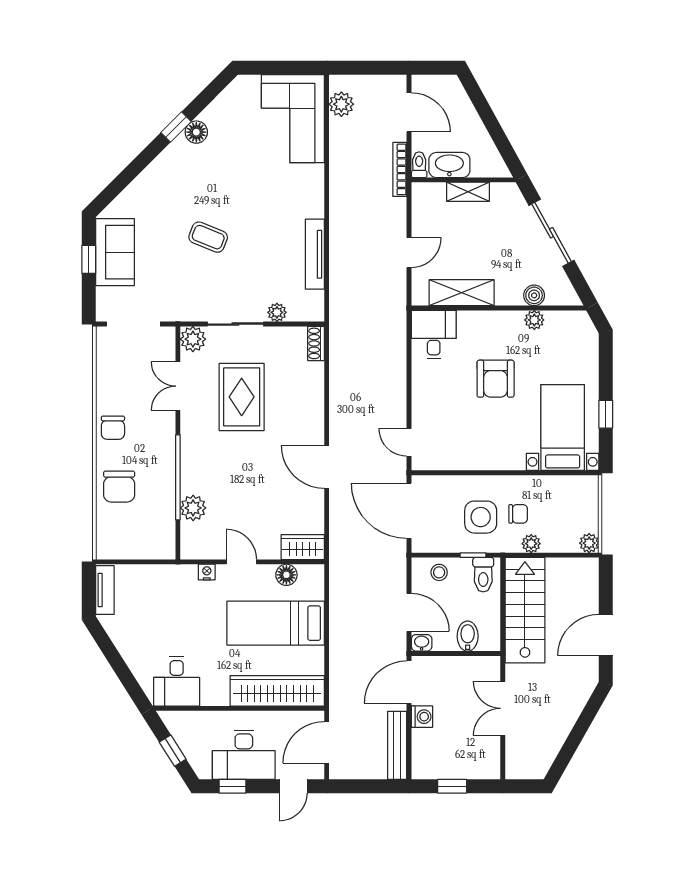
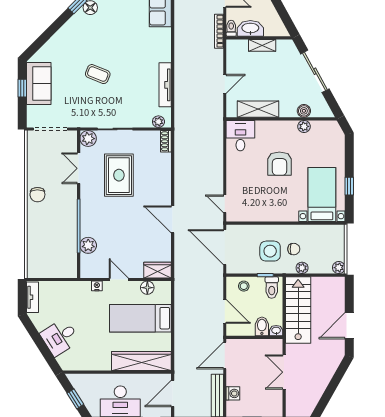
plant: (277, 312) -> (158, 122), moved
chair: (119, 487) -> (41, 232), removed
washbasin: (422, 643) -> (276, 331), moved
desk: (177, 681) -> (60, 337), moved, turned 58
washing machine: (422, 717) -> (233, 393), moved

